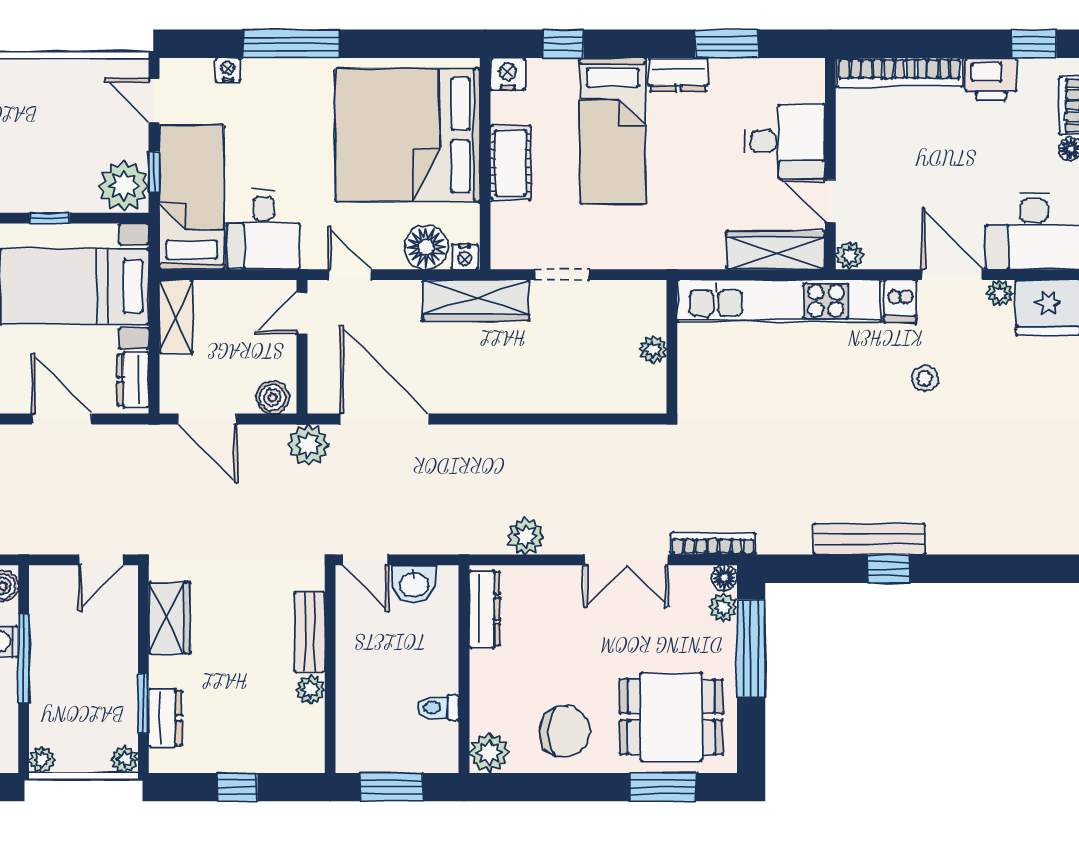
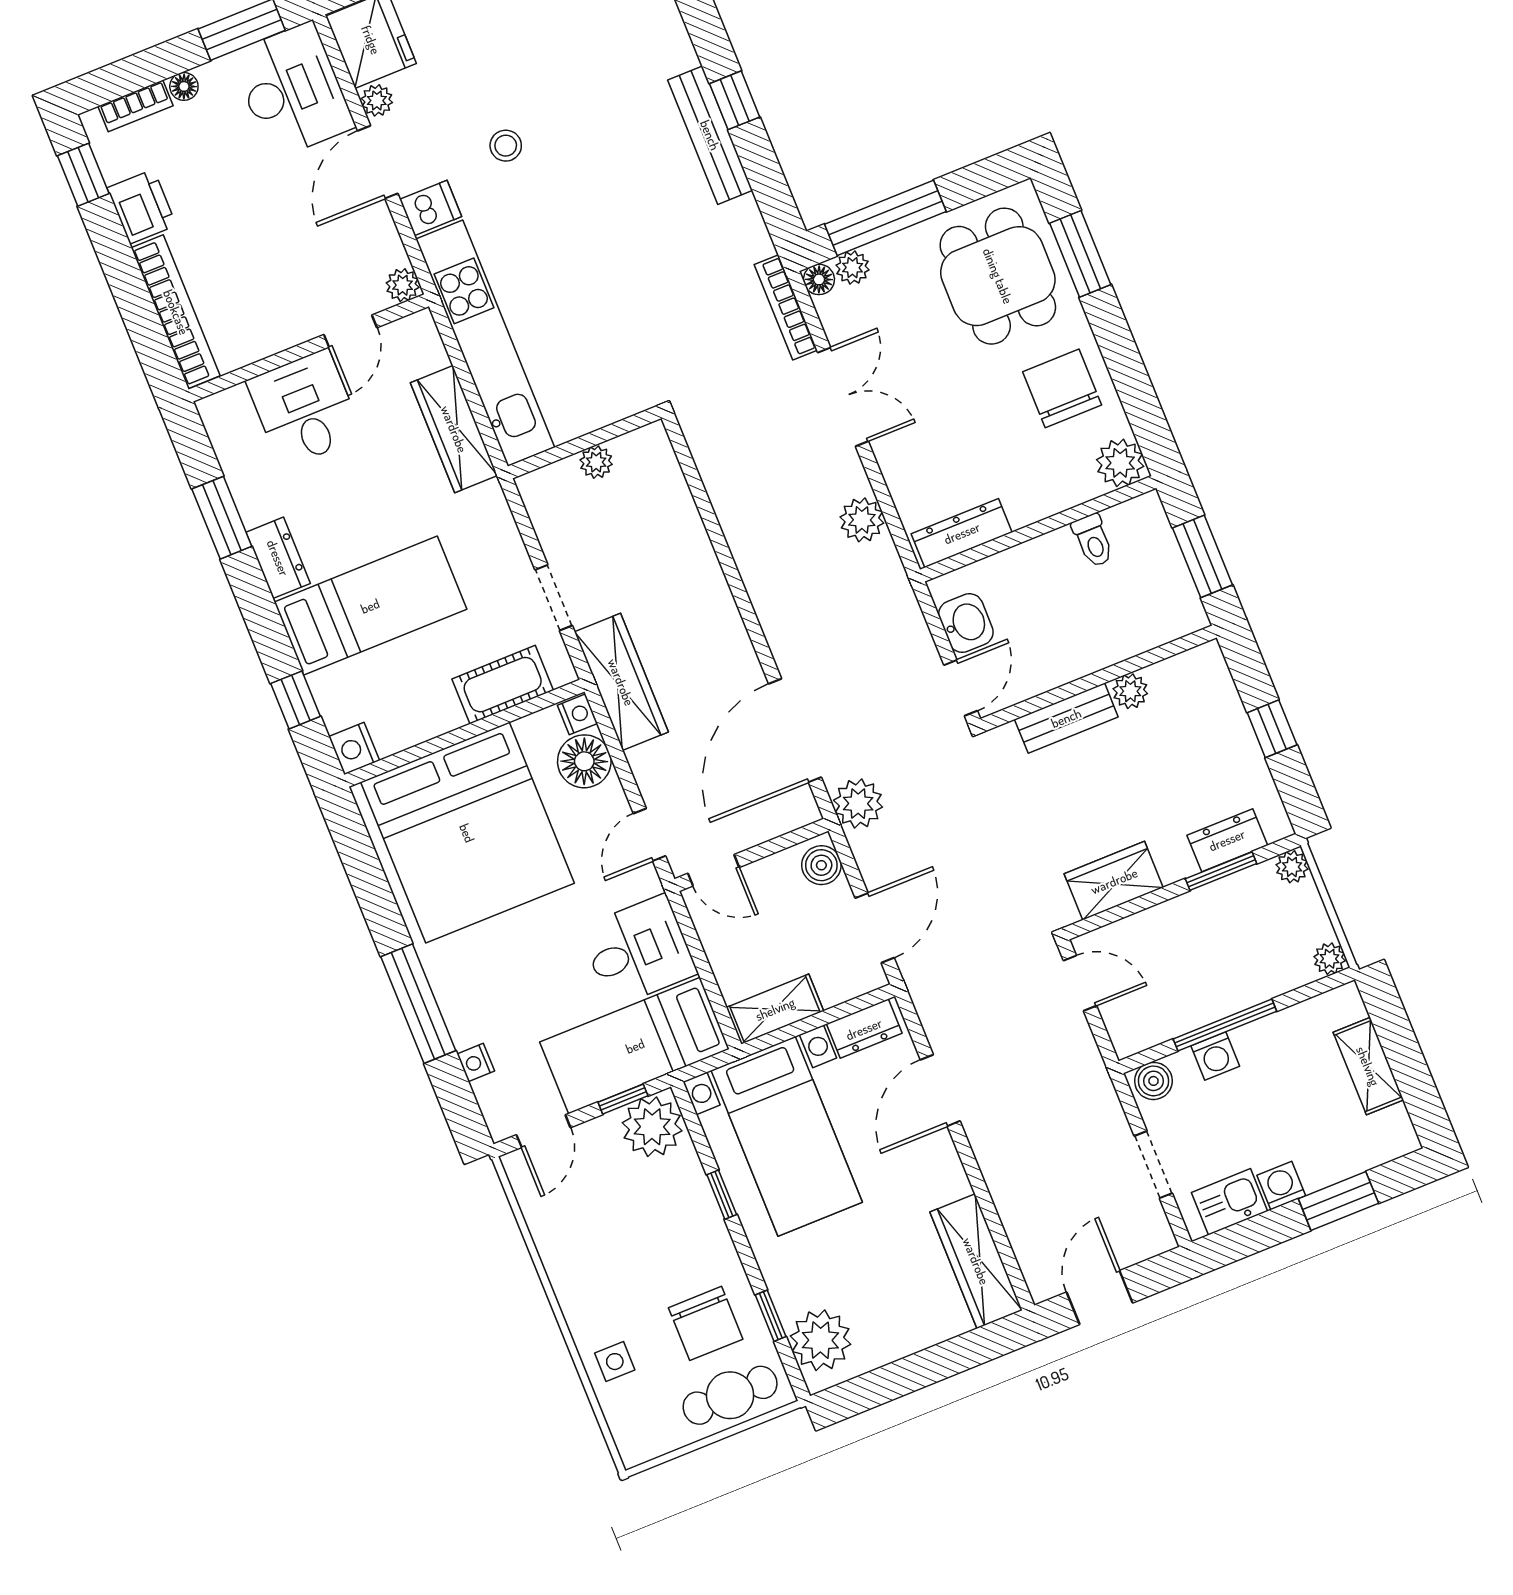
cot: (511, 163) -> (503, 685), moved
wardrobe: (776, 250) -> (454, 429), moved

